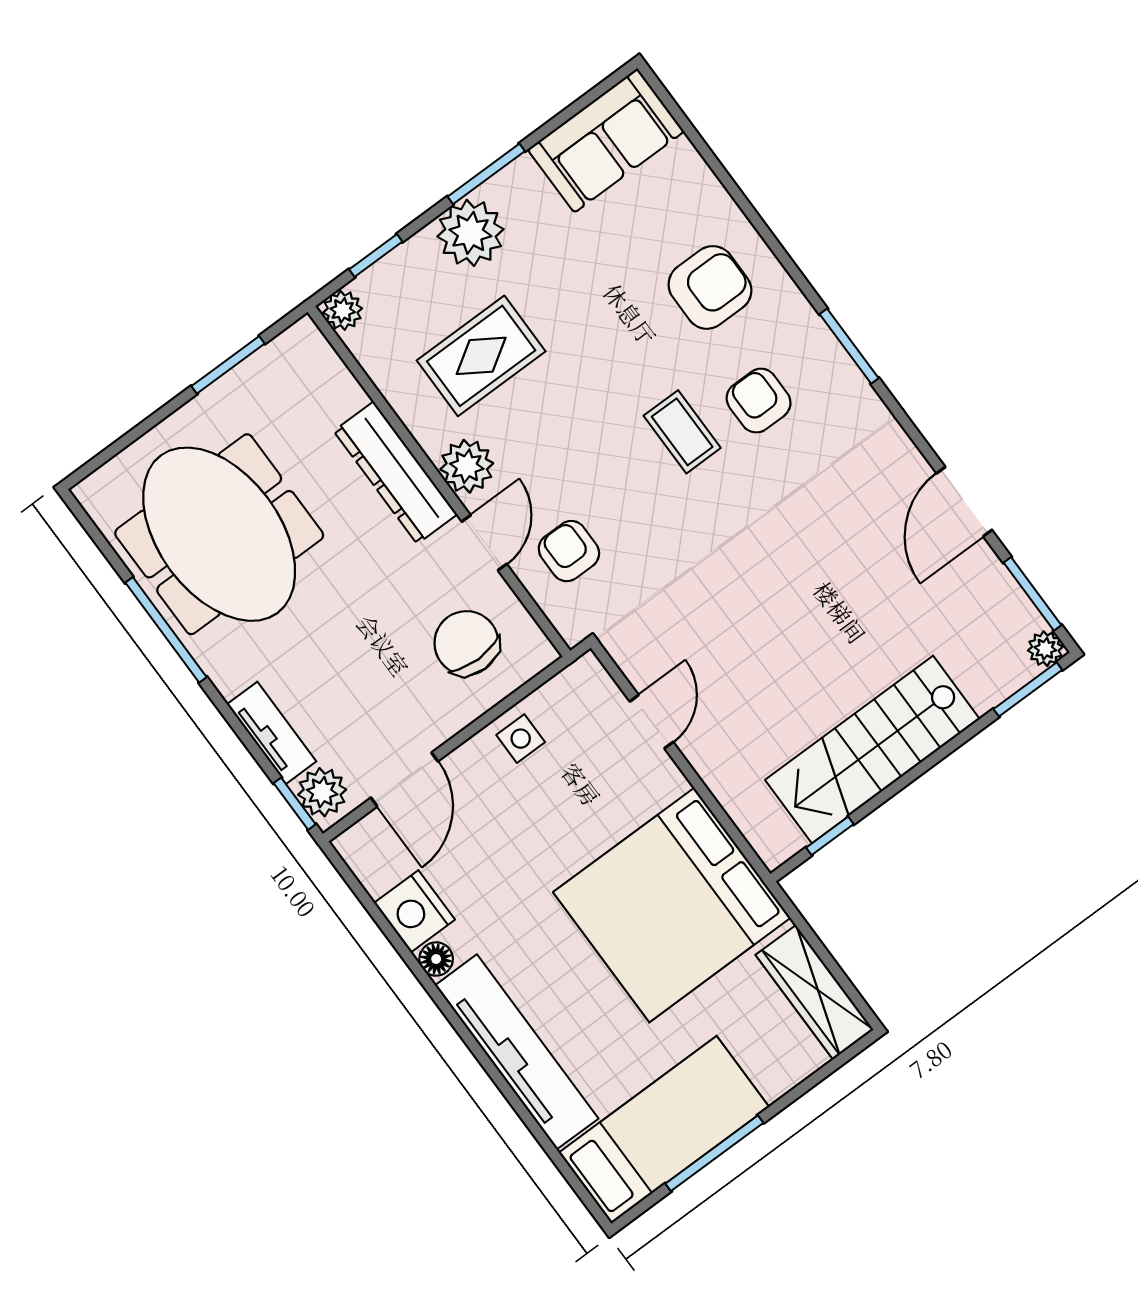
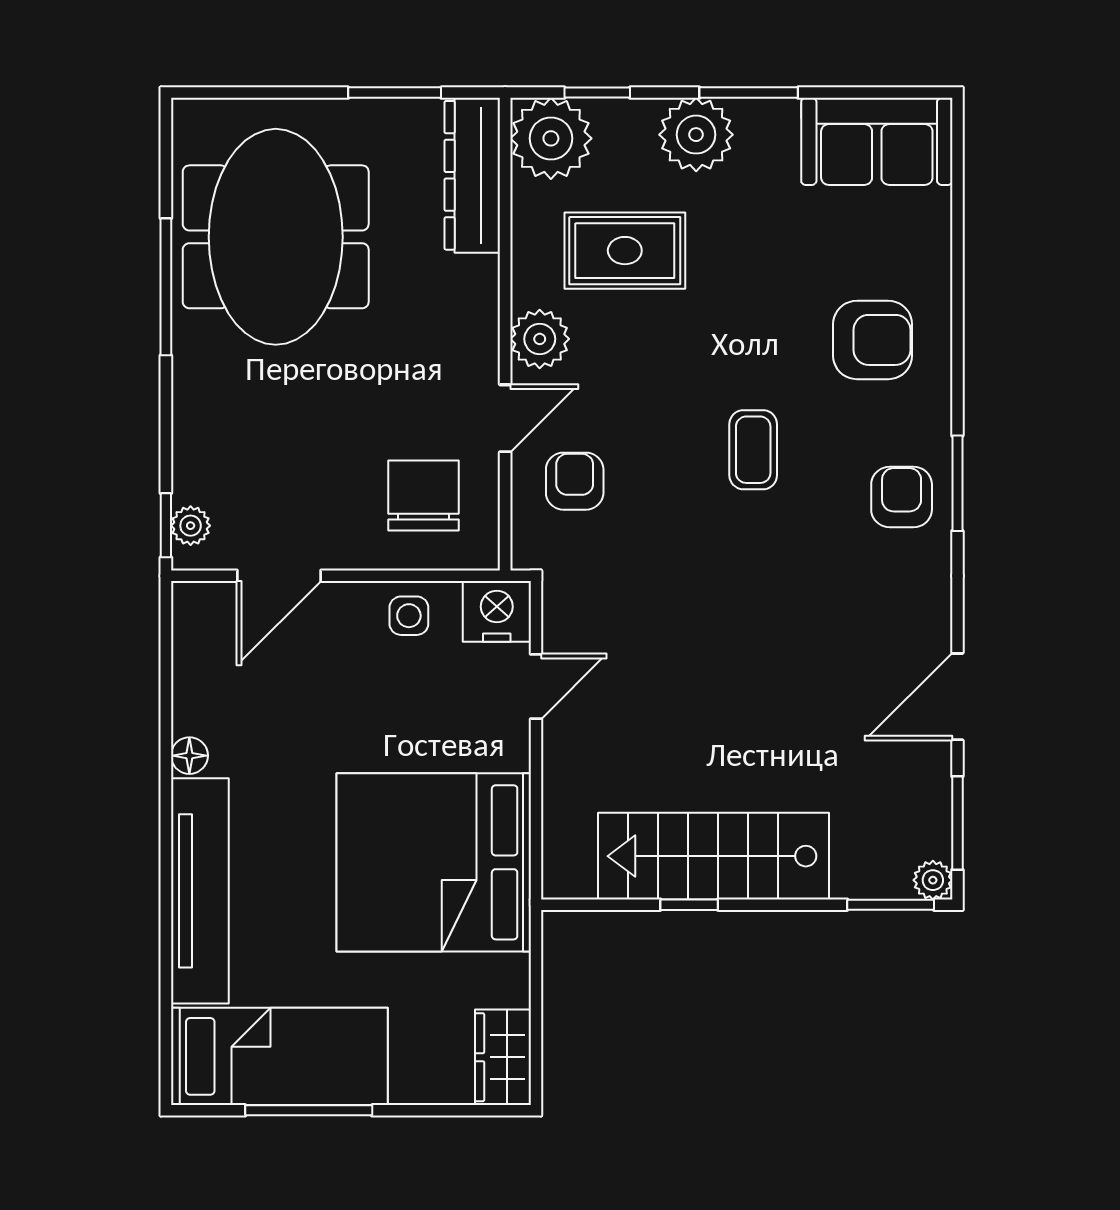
plant: (343, 310) -> (551, 138), width x1.88, depth x1.88
armchair: (759, 401) -> (902, 497), moved
dresser: (395, 473) -> (472, 175), moved
tv unit: (272, 733) -> (192, 447), removed
plant: (322, 792) -> (191, 526), width x0.73, depth x0.73
window: (830, 836) -> (689, 905), moved
nightstand: (414, 911) -> (497, 611), moved, turned 90
wardrobe: (815, 992) -> (503, 1057), width x0.67

